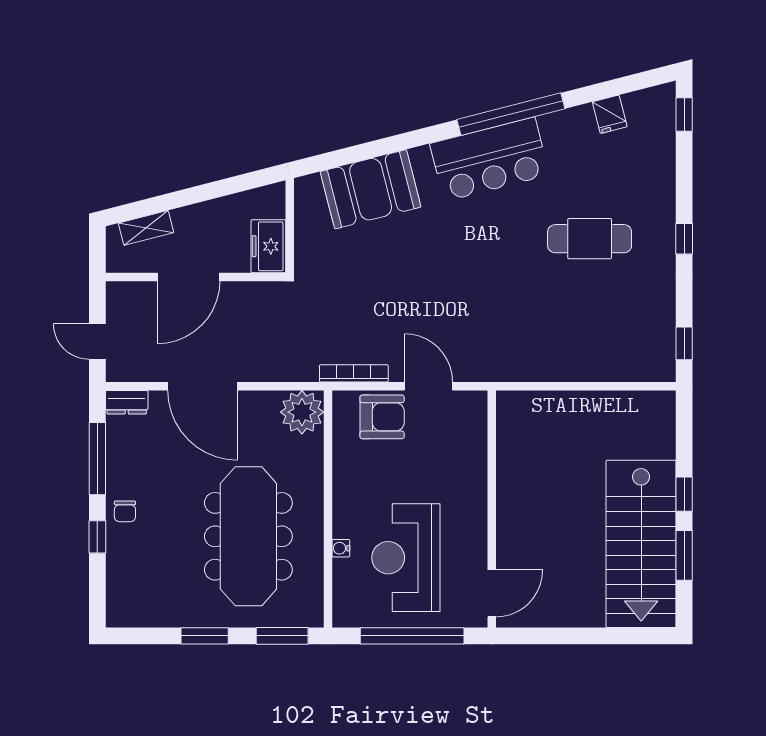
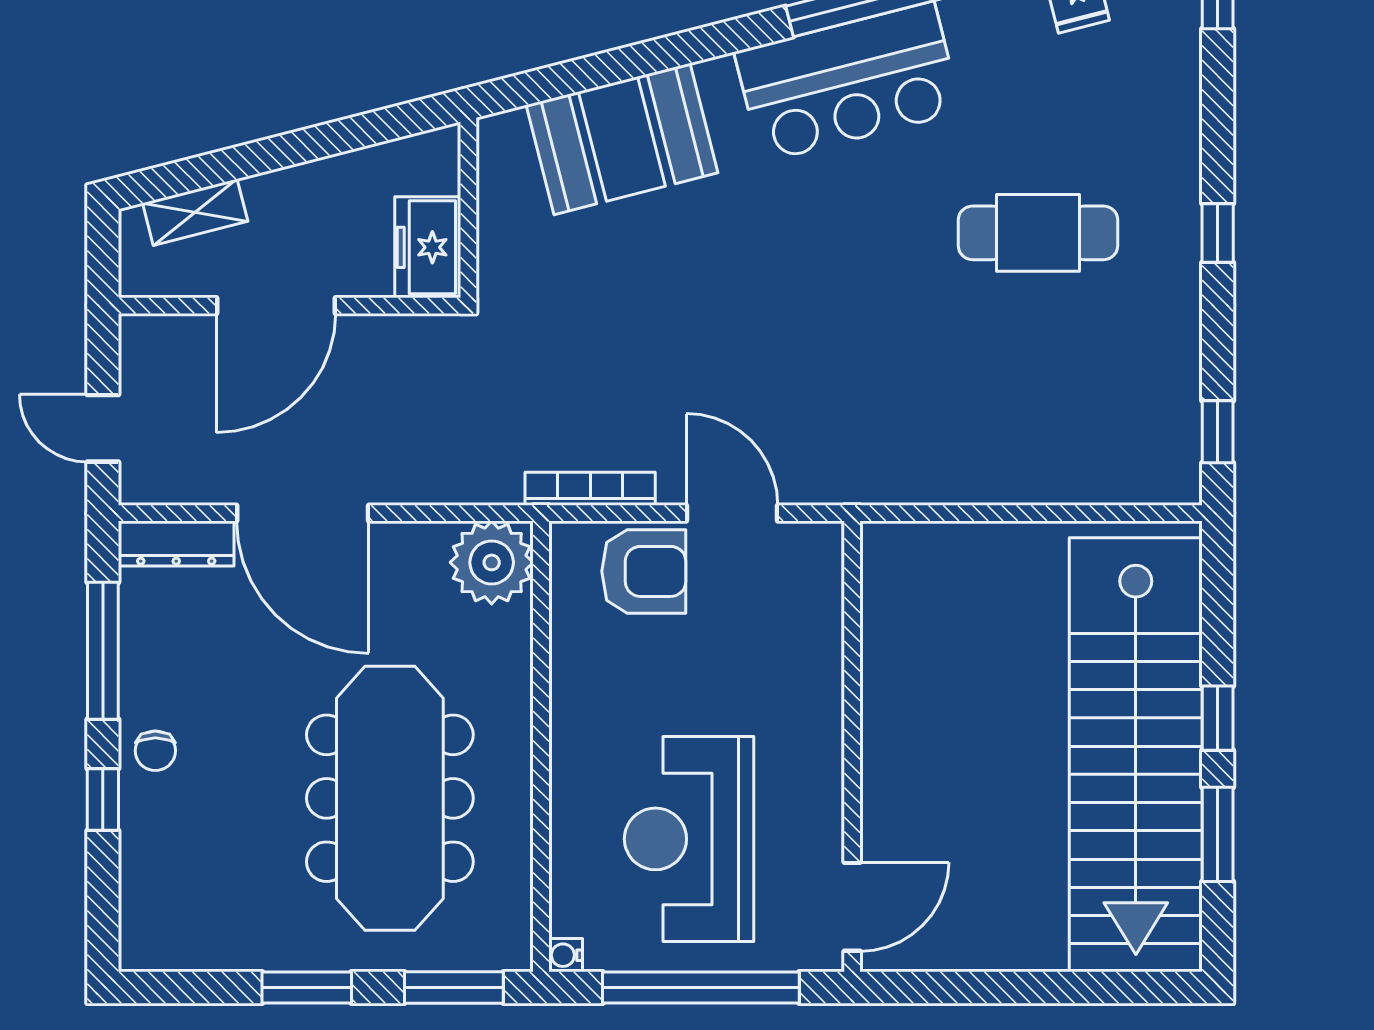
dresser: (127, 402) -> (176, 543), width x1.44
stairs: (641, 544) -> (1136, 755), width x1.36
water cooler: (341, 548) -> (566, 955), moved

